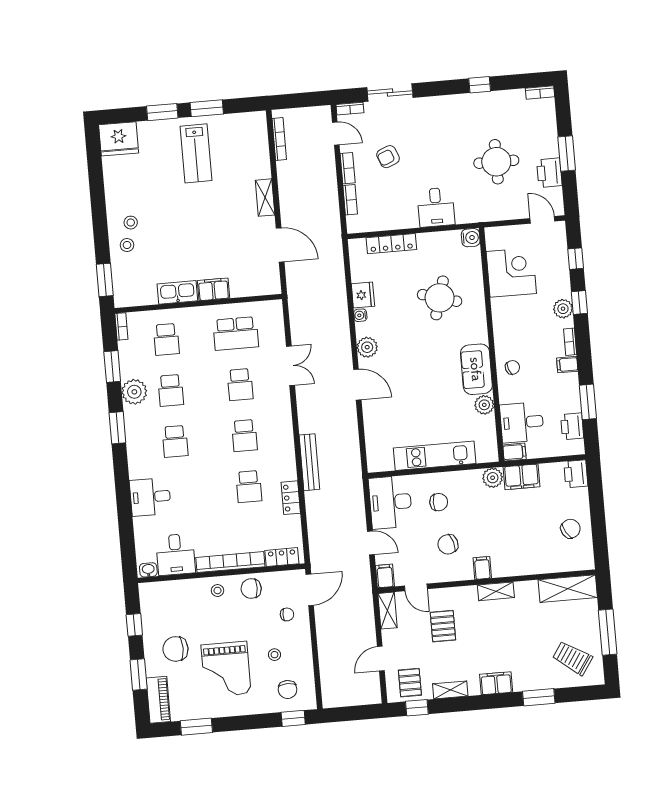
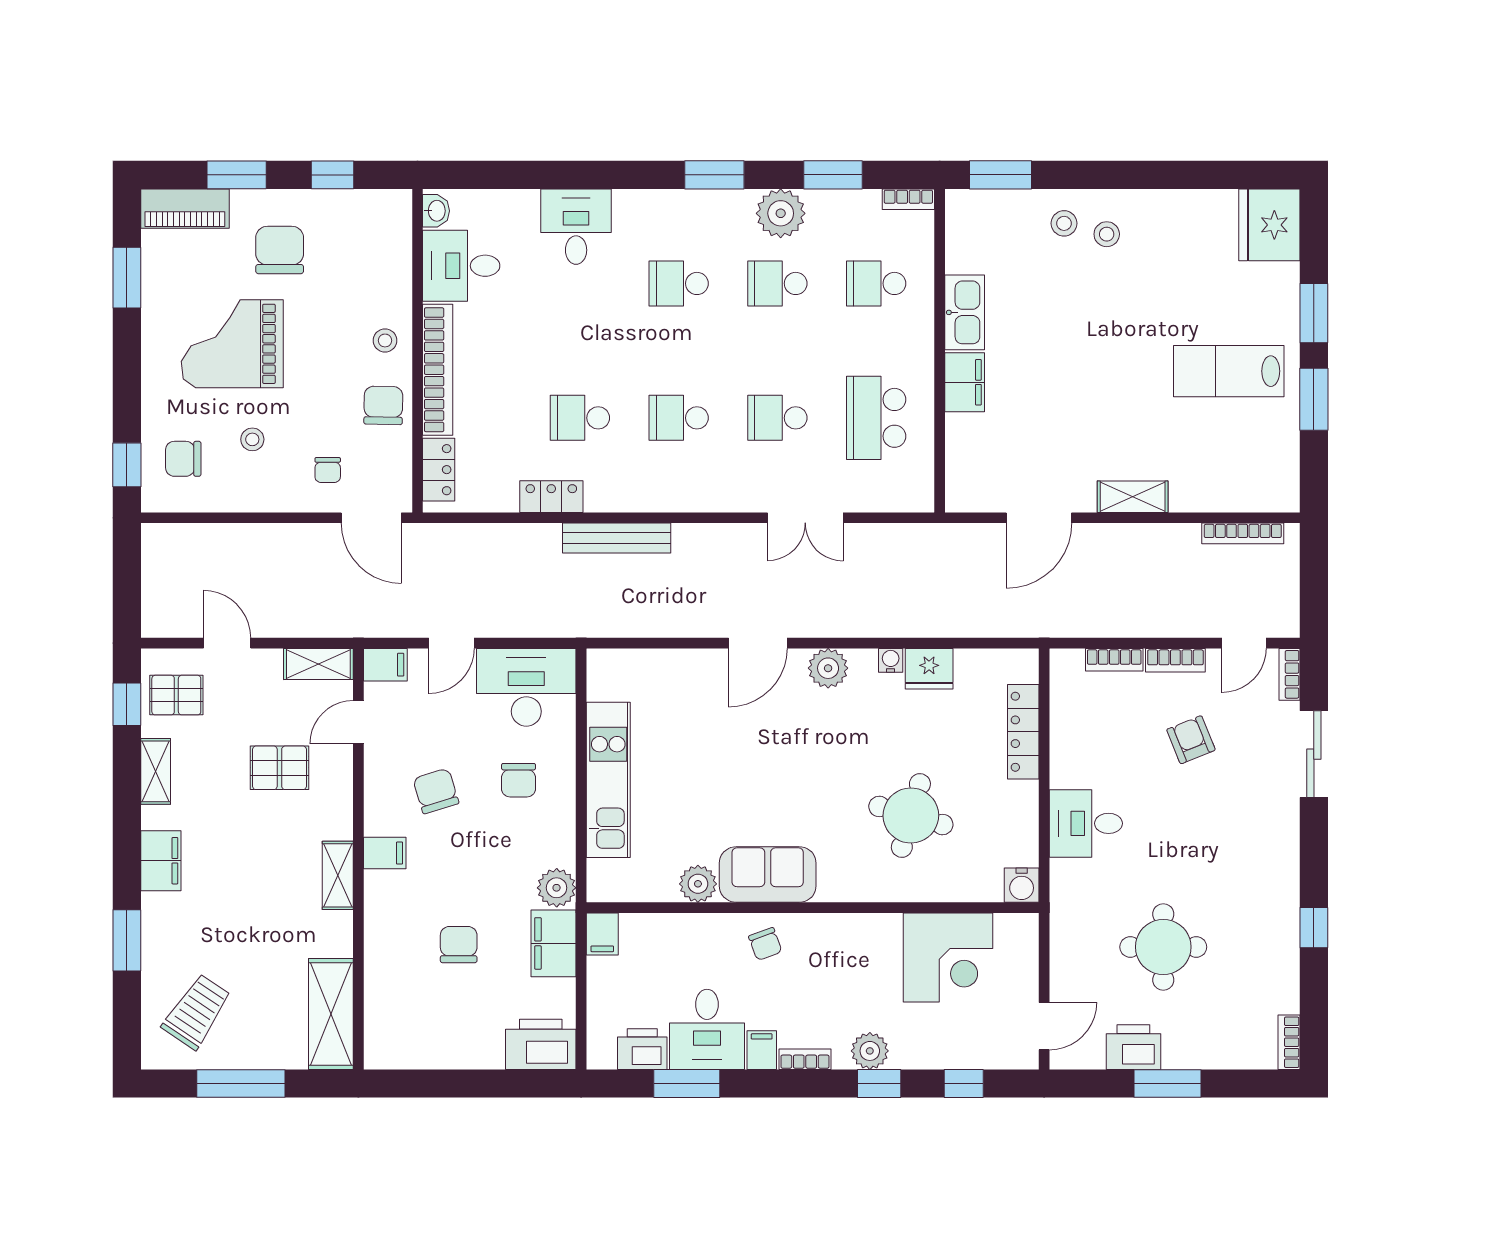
desk: (522, 422) -> (707, 1029), moved, turned 180
printer: (576, 474) -> (541, 1044), width x1.37, depth x1.19
chair: (571, 529) -> (459, 945), moved, turned -149

